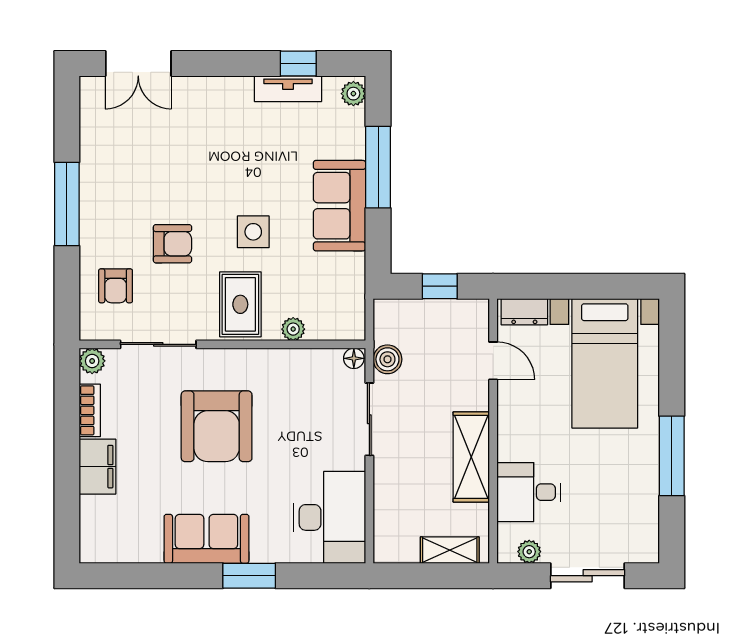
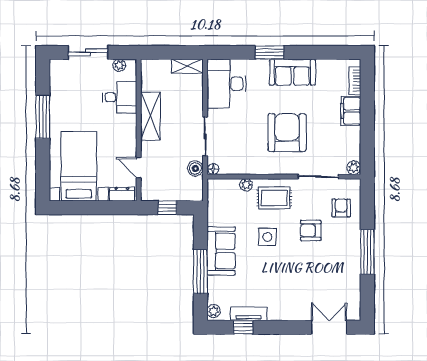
rug: (240, 304) -> (274, 198), turned 90
bookcase: (90, 410) -> (355, 81), moved
shelving: (450, 550) -> (187, 66), moved

